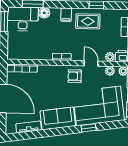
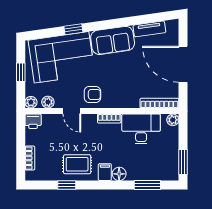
floor lamp: (44, 13) -> (119, 174), moved
desk: (23, 19) -> (141, 129), moved, turned 180
plant: (110, 57) -> (173, 120), moved

